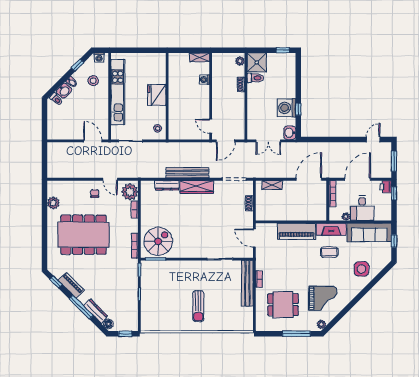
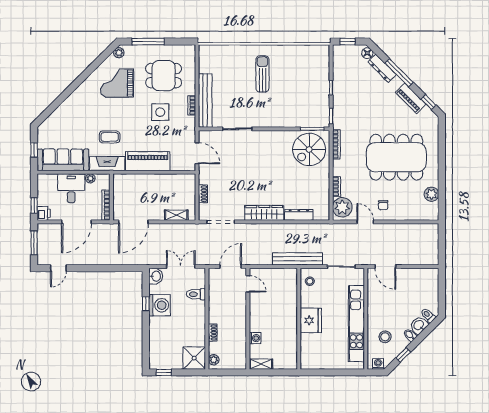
toilet: (255, 78) -> (196, 294), moved
bench: (187, 173) -> (297, 259), moved
side table: (361, 269) -> (160, 112), moved

